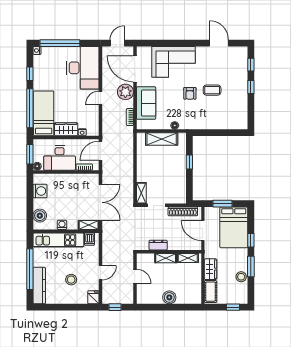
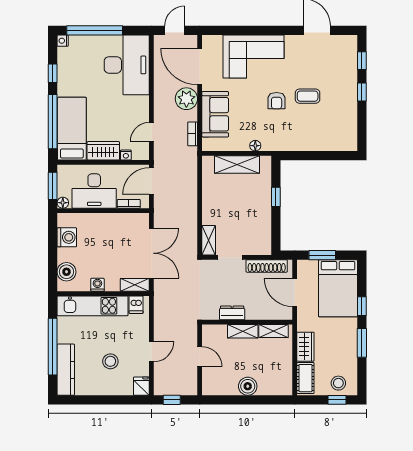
door: (100, 98) -> (151, 132), moved
stool: (241, 277) -> (338, 383), moved

